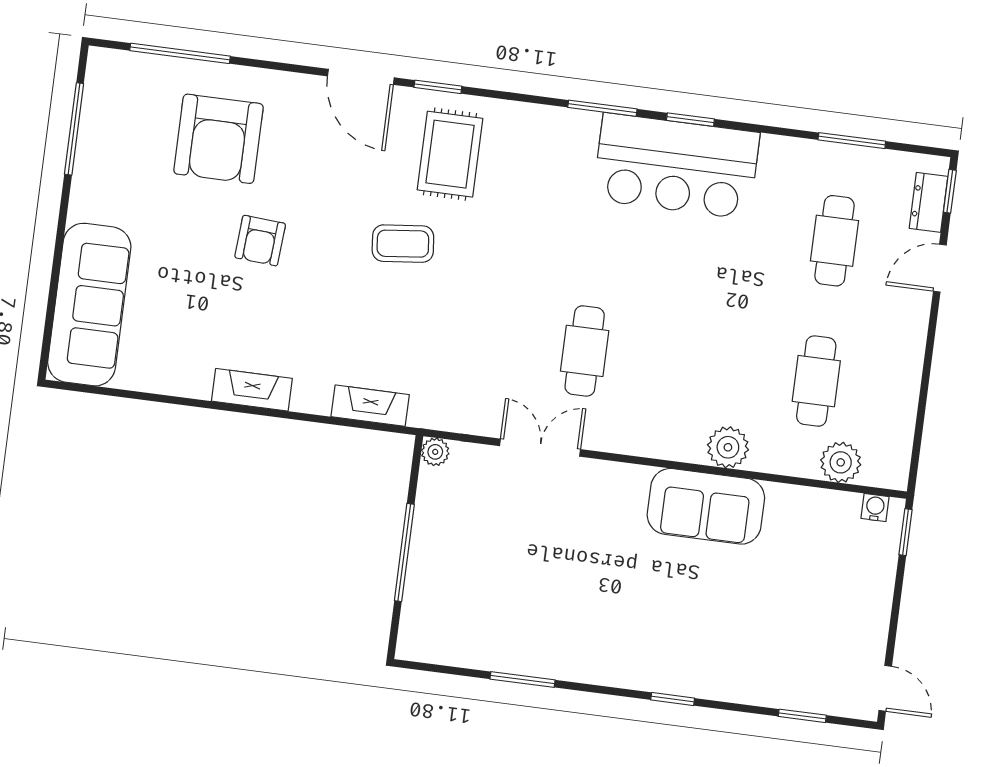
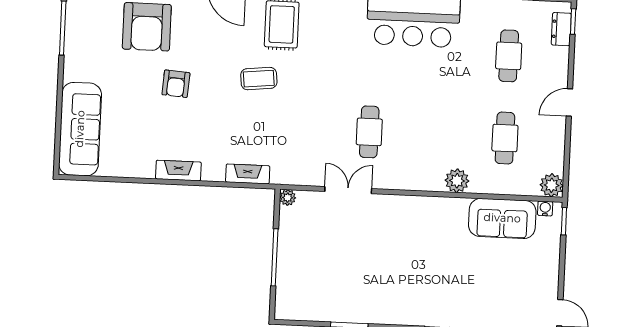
door: (940, 268) -> (569, 102), moved
plant: (841, 462) -> (552, 185), moved
sofa: (706, 506) -> (502, 218), moved

